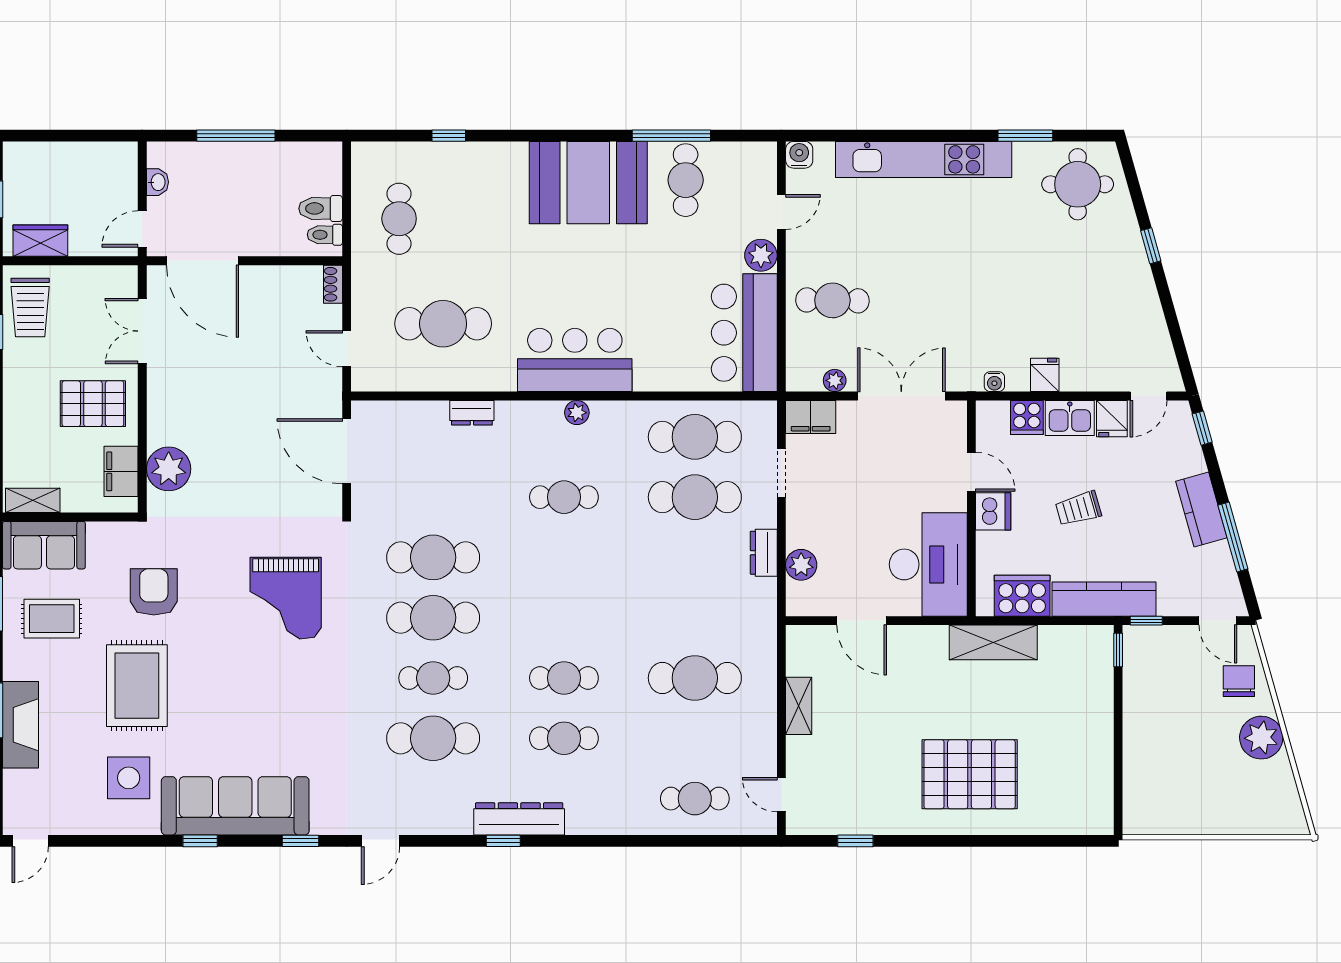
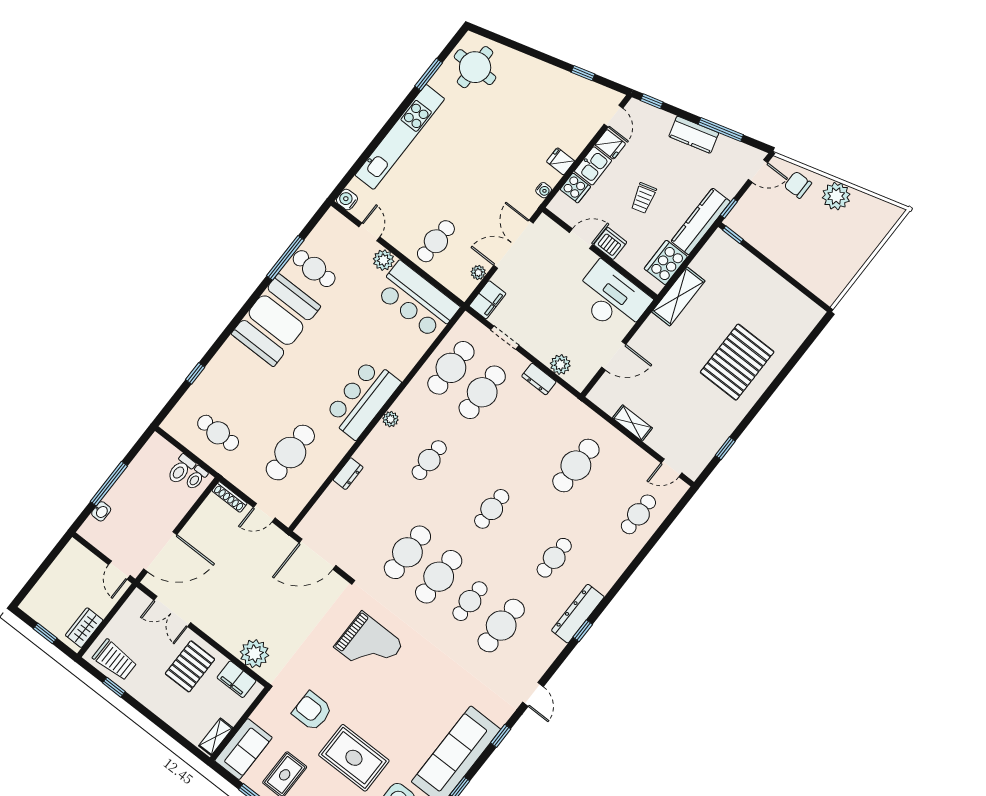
washbasin: (157, 182) -> (101, 511), moved, turned 90
window: (1151, 246) -> (583, 73), moved
shoe rack: (333, 284) -> (230, 497), width x1.43
cafe table: (564, 678) -> (492, 509), moved

